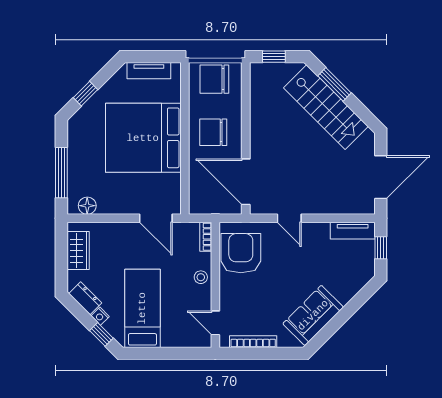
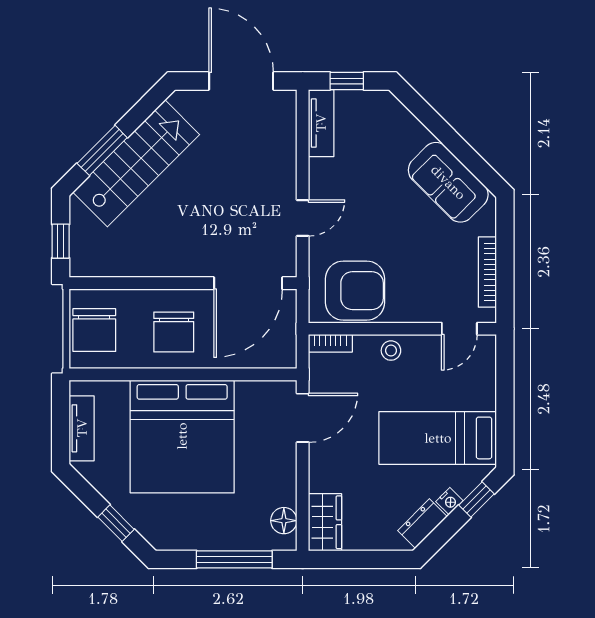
wardrobe: (78, 251) -> (325, 522), moved, turned 90
armchair: (241, 253) -> (355, 291), turned 180

